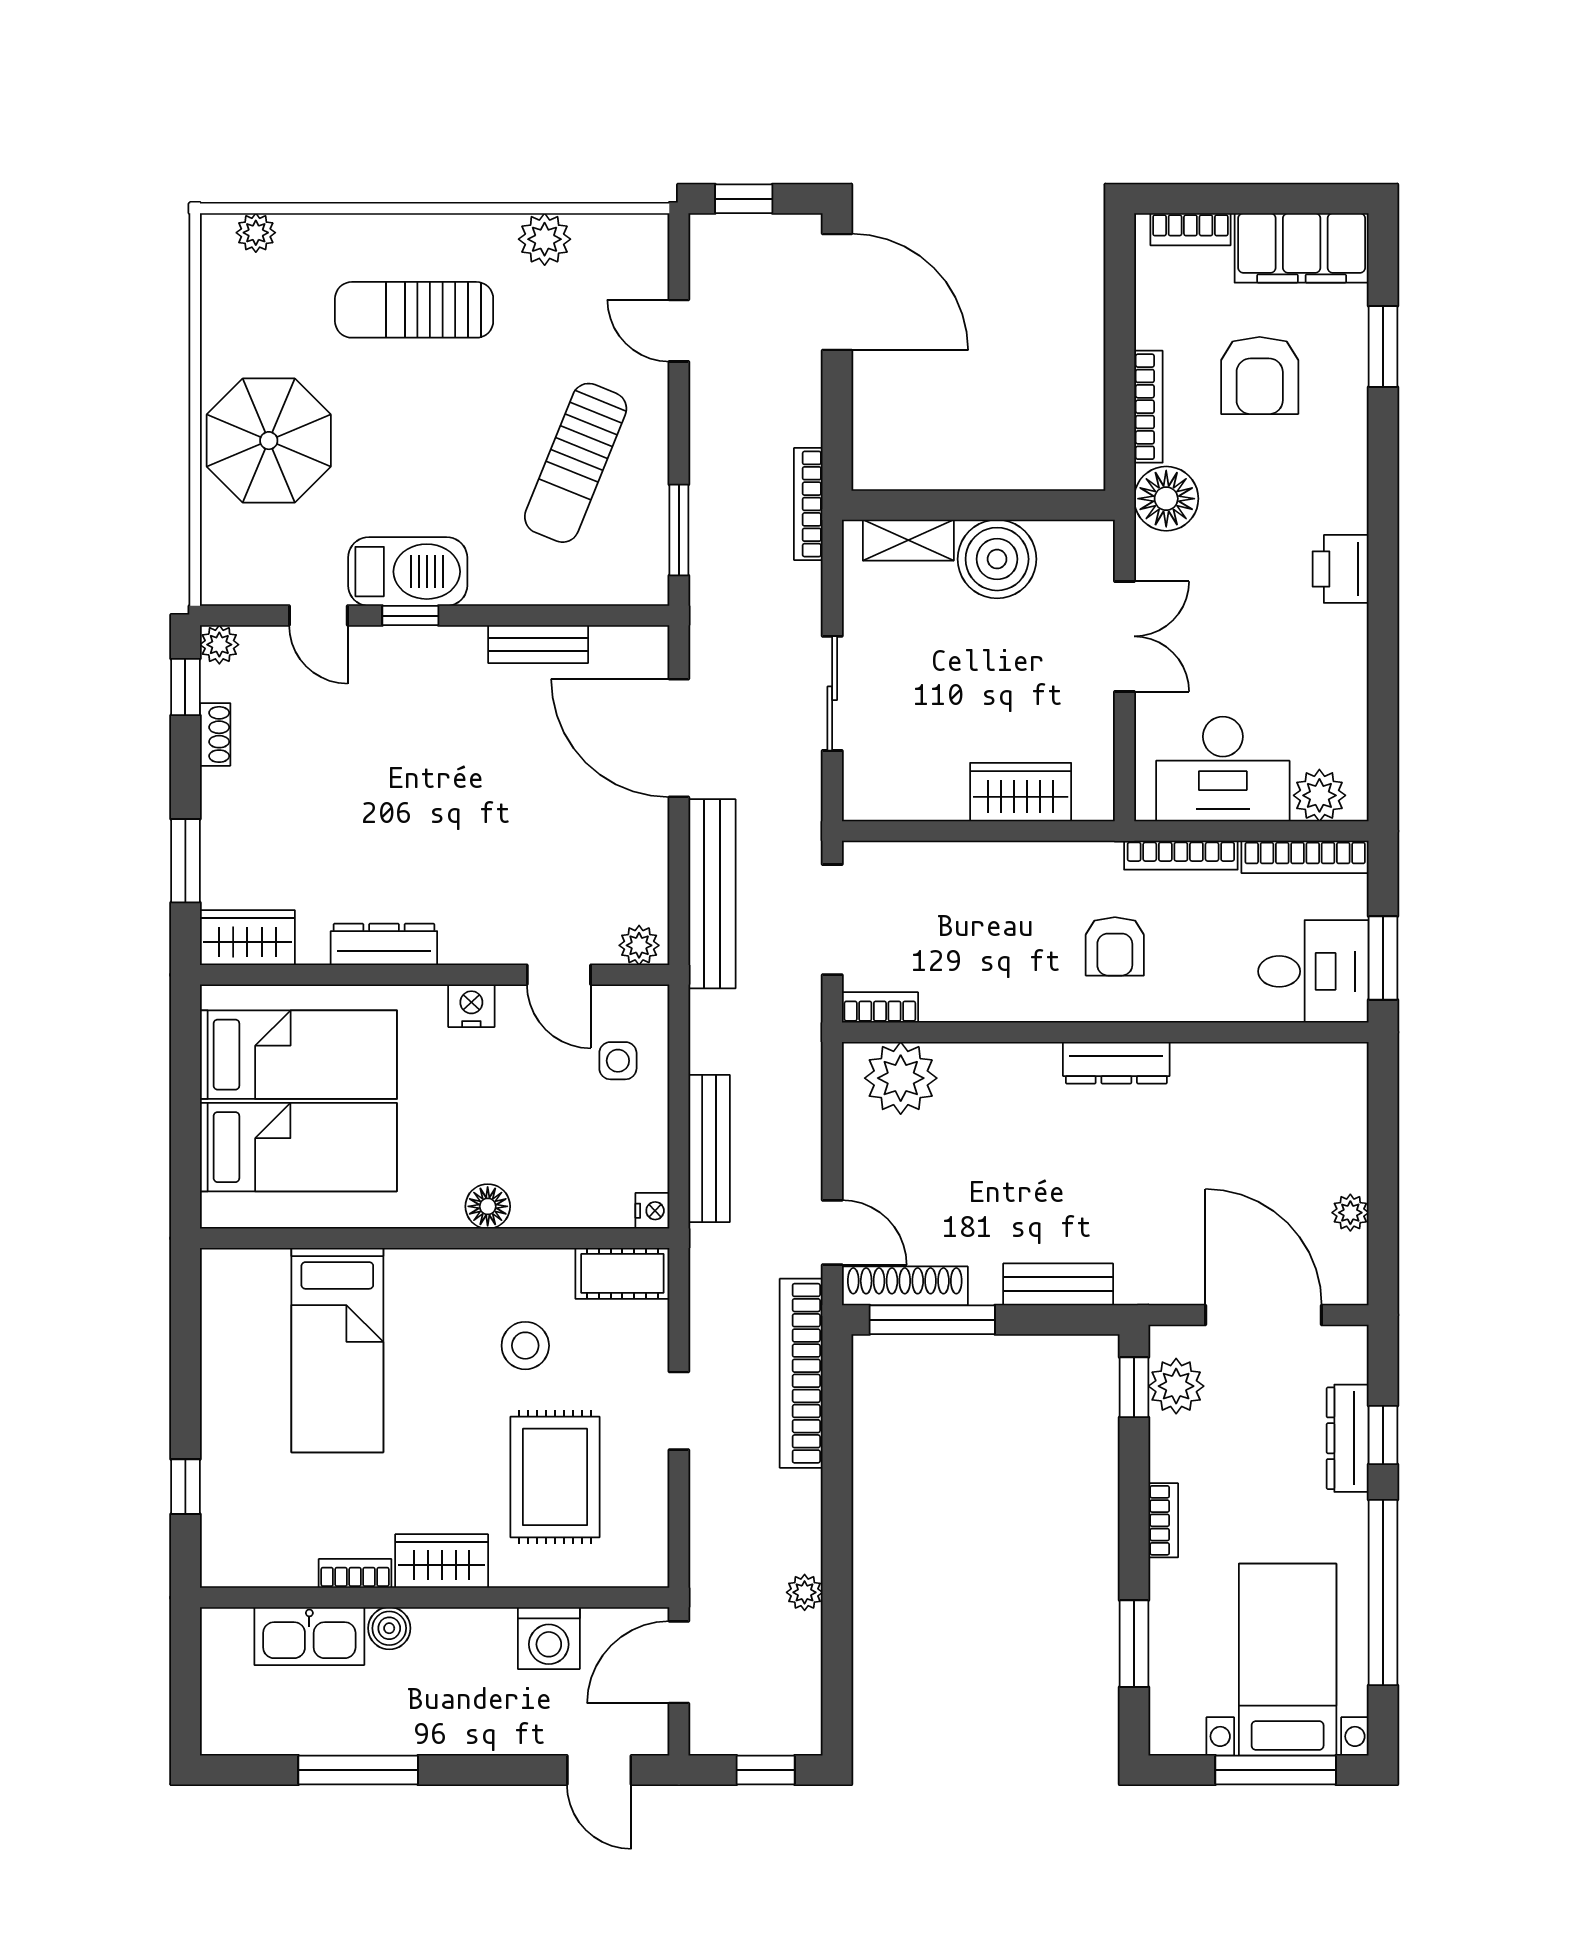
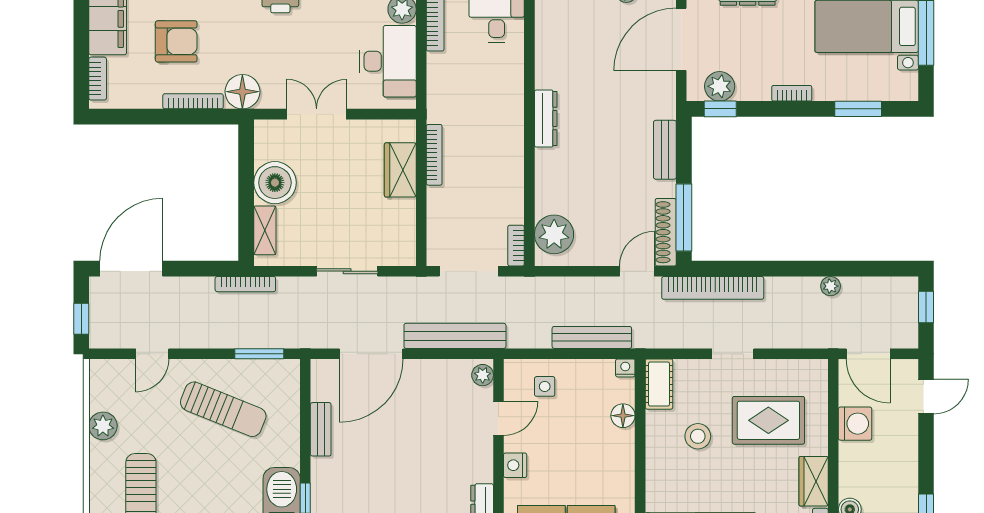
bookcase: (1181, 855) -> (434, 155), moved
armchair: (1115, 946) -> (483, 119), removed
floor lamp: (488, 1206) -> (623, 416), moved

